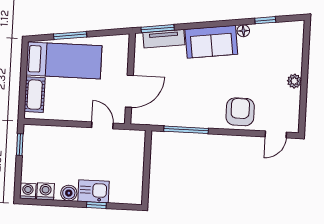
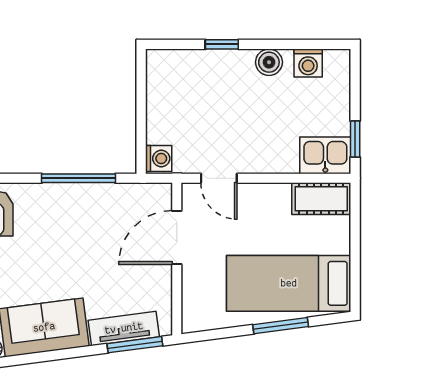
cot: (35, 95) -> (321, 199), moved, turned 90
washing machine: (28, 191) -> (159, 159), moved, turned -90
kitchen sink: (93, 191) -> (325, 155), moved, turned 180

